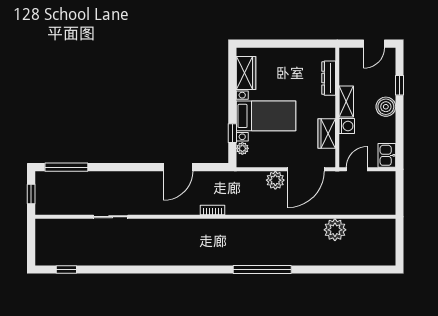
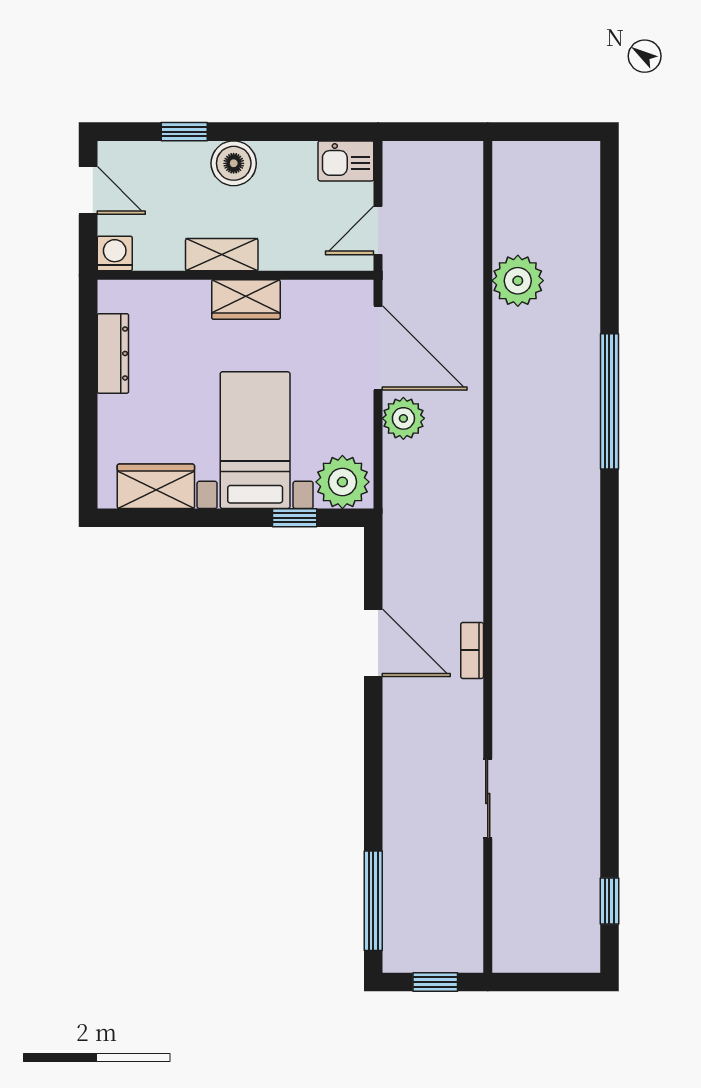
dresser: (329, 78) -> (113, 353), moved, turned -90
washing machine: (347, 126) -> (115, 253), moved
wardrobe: (327, 133) -> (246, 300), moved
plant: (242, 148) -> (342, 482), width x1.87, depth x1.87
door: (357, 169) -> (378, 230), hinge flipped
bookcase: (213, 210) -> (472, 650), moved
window: (262, 269) -> (609, 401), moved

